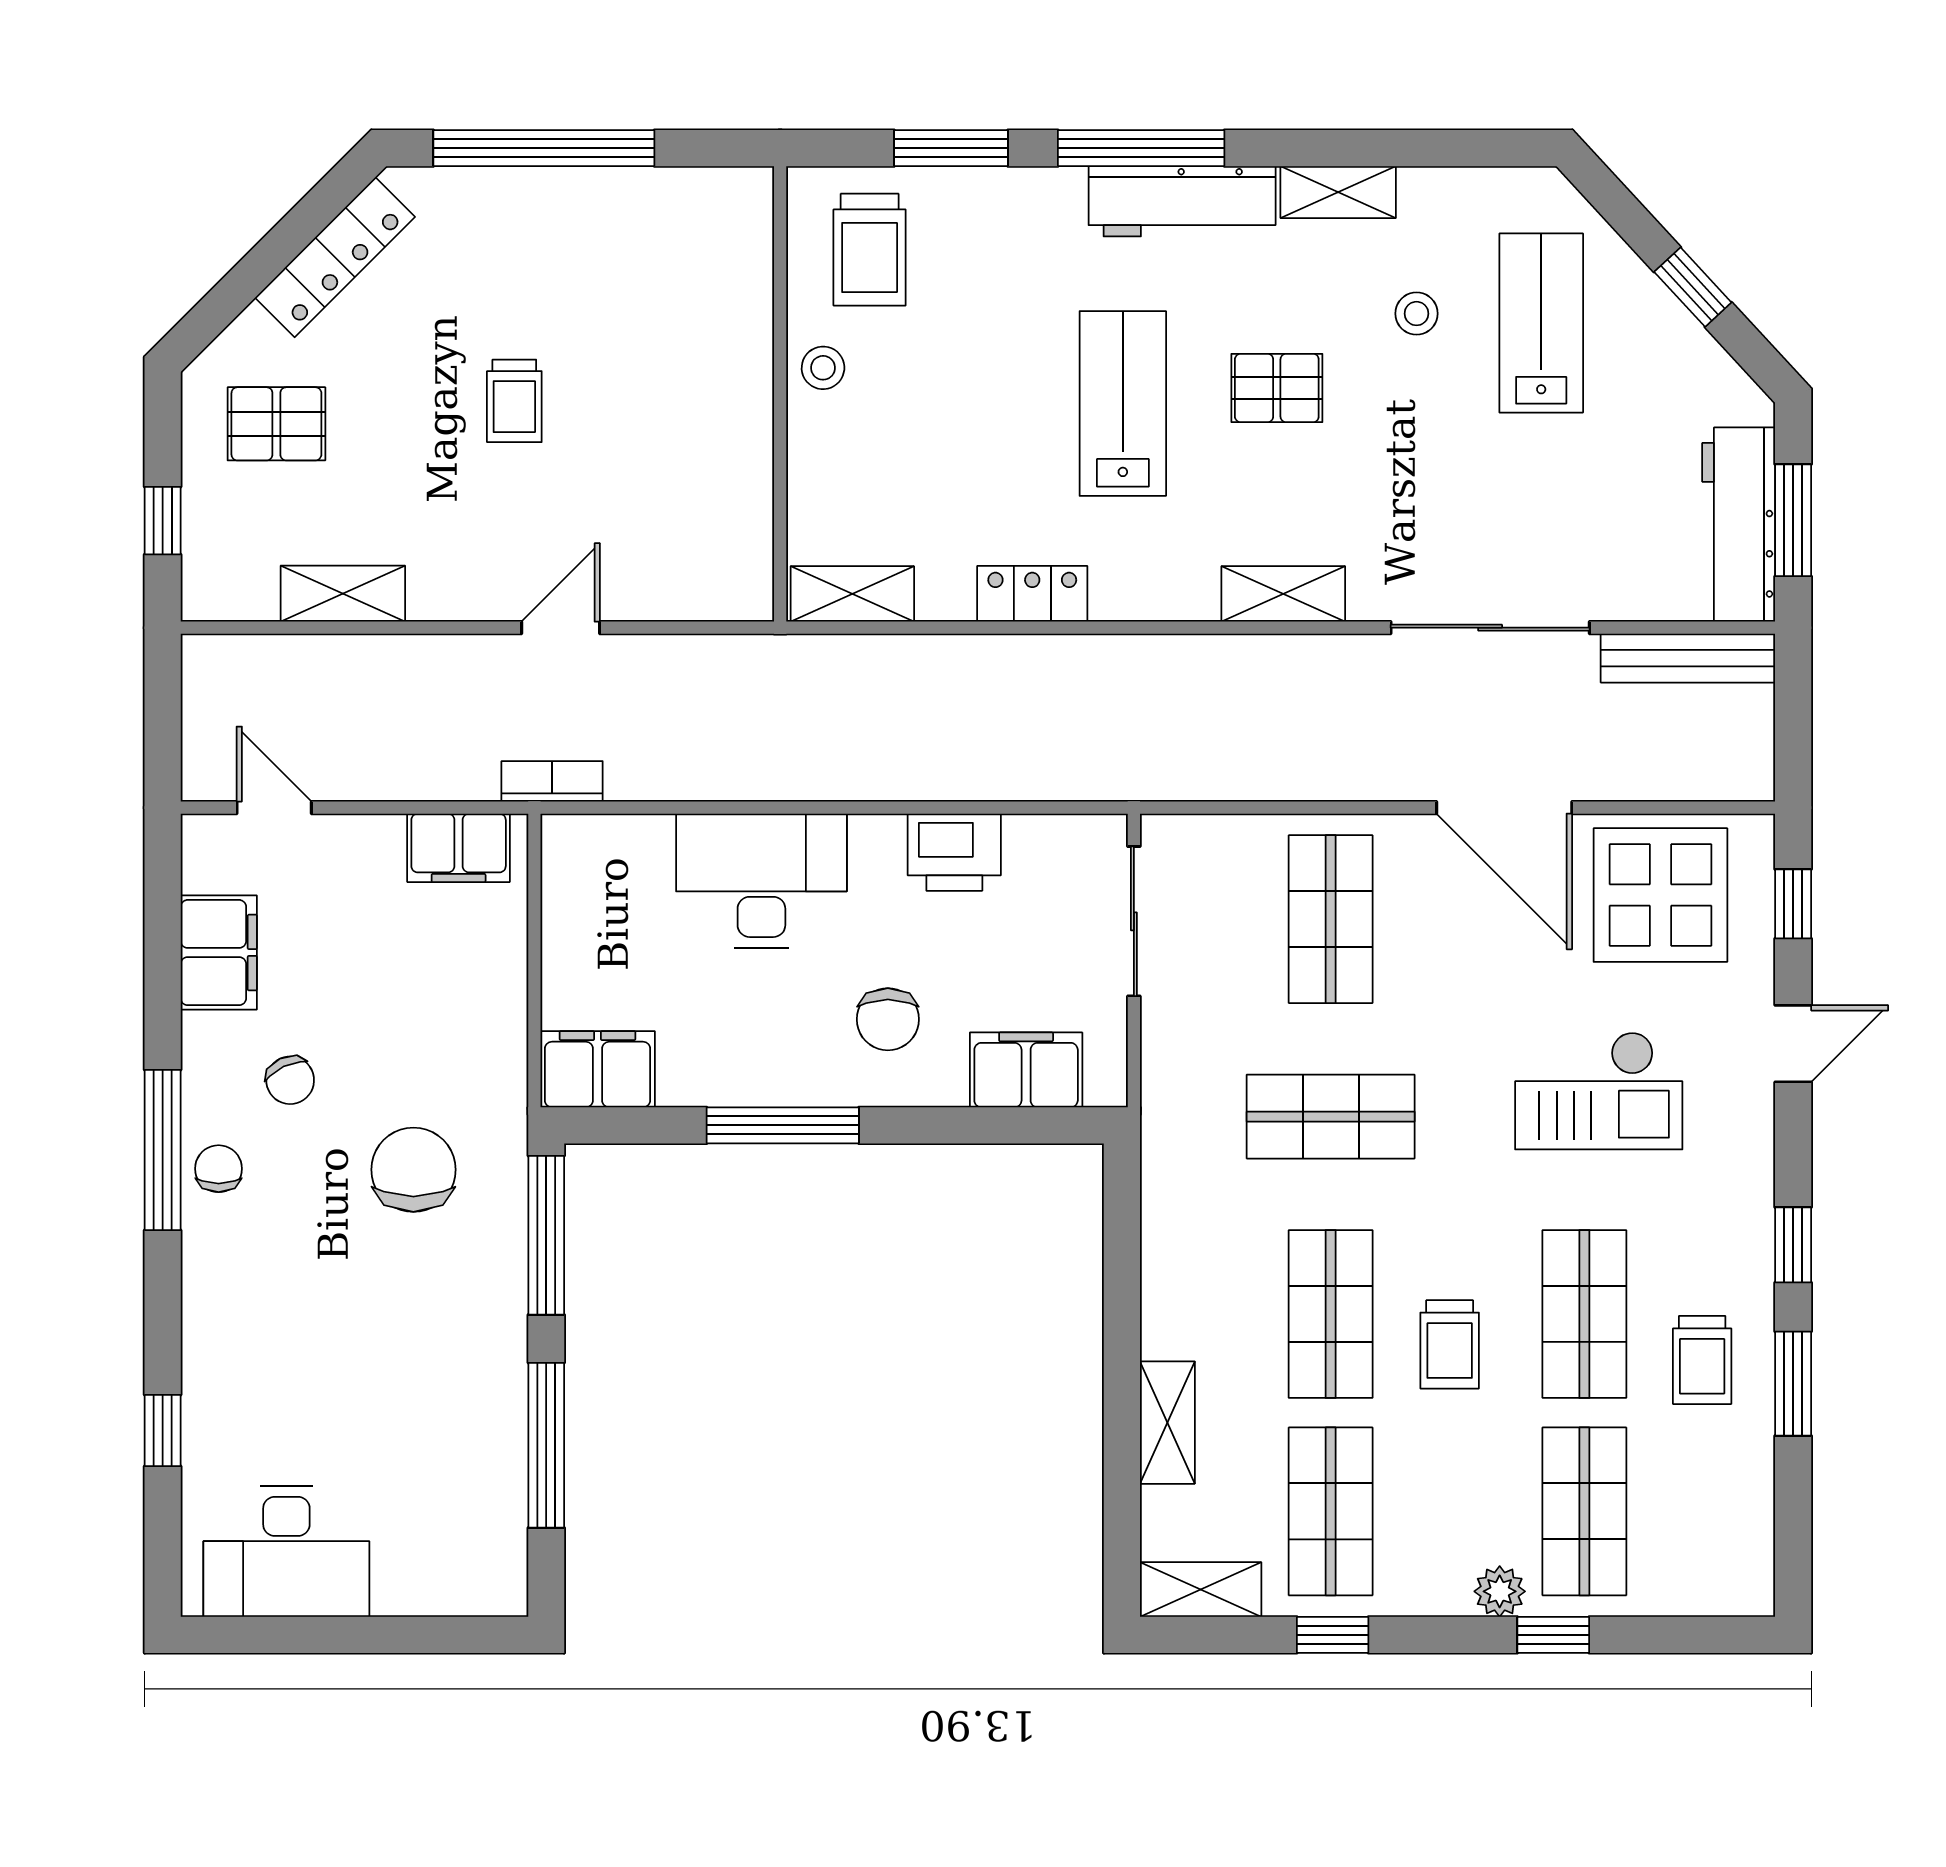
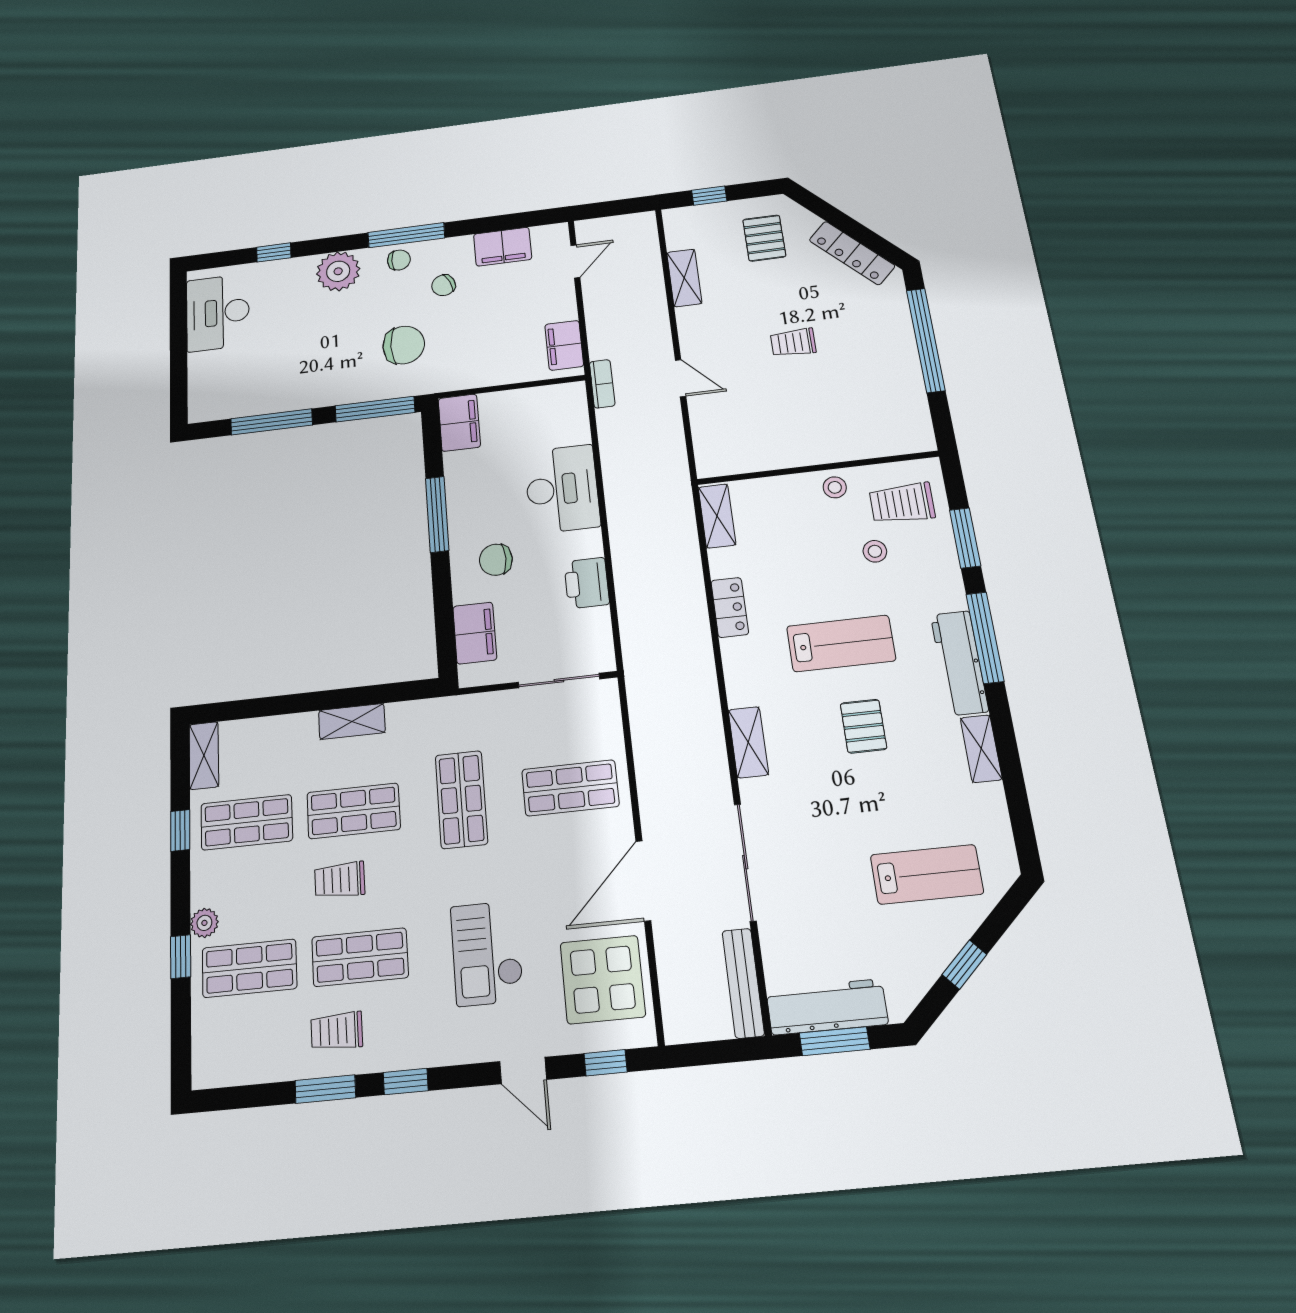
stool: (1417, 314) -> (875, 551), moved
plant: (227, 1296) -> (338, 271), added
shelving: (1167, 1423) -> (352, 721), moved

